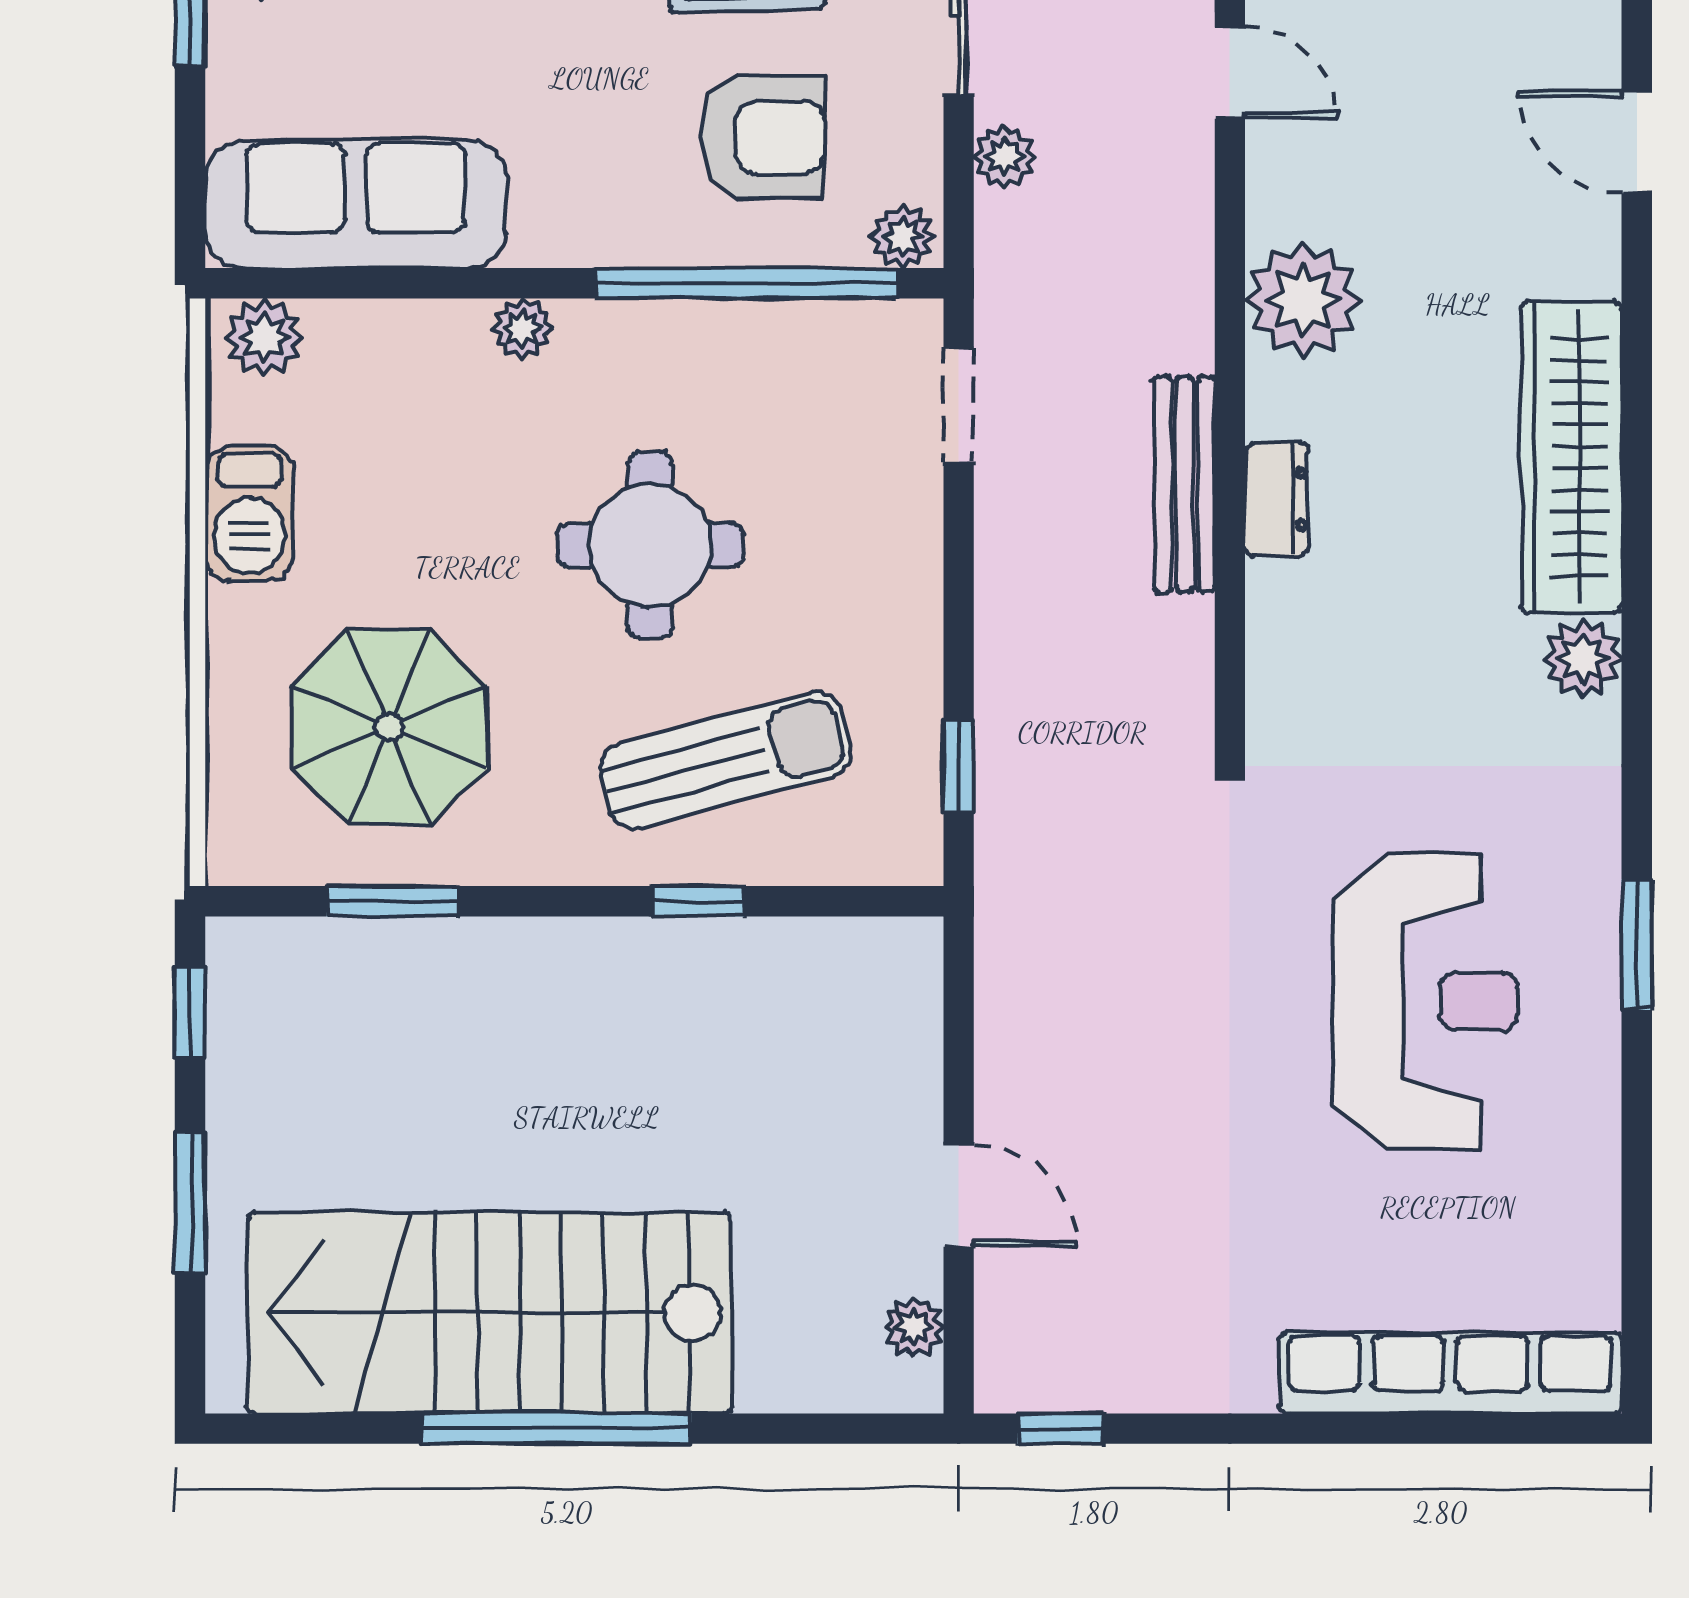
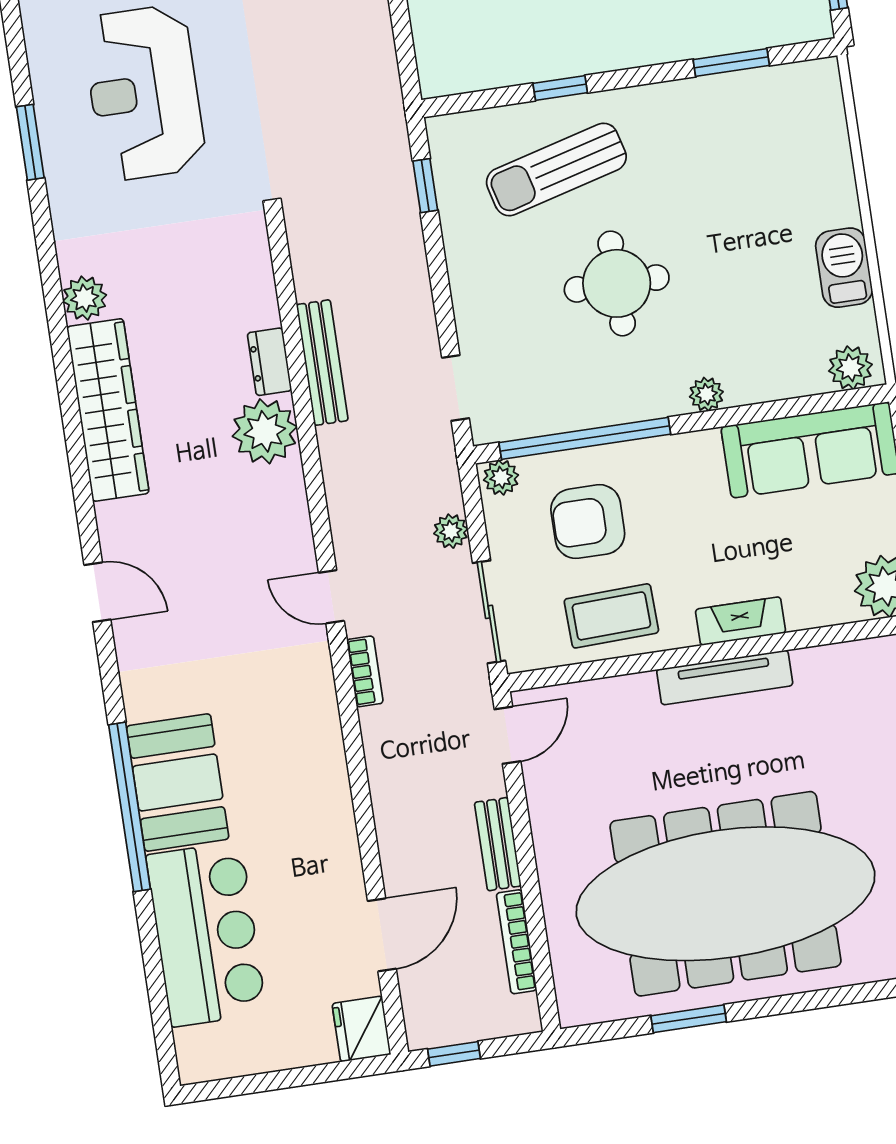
plant: (1303, 300) -> (265, 431), moved
parasol: (389, 727) -> (748, 160), removed

